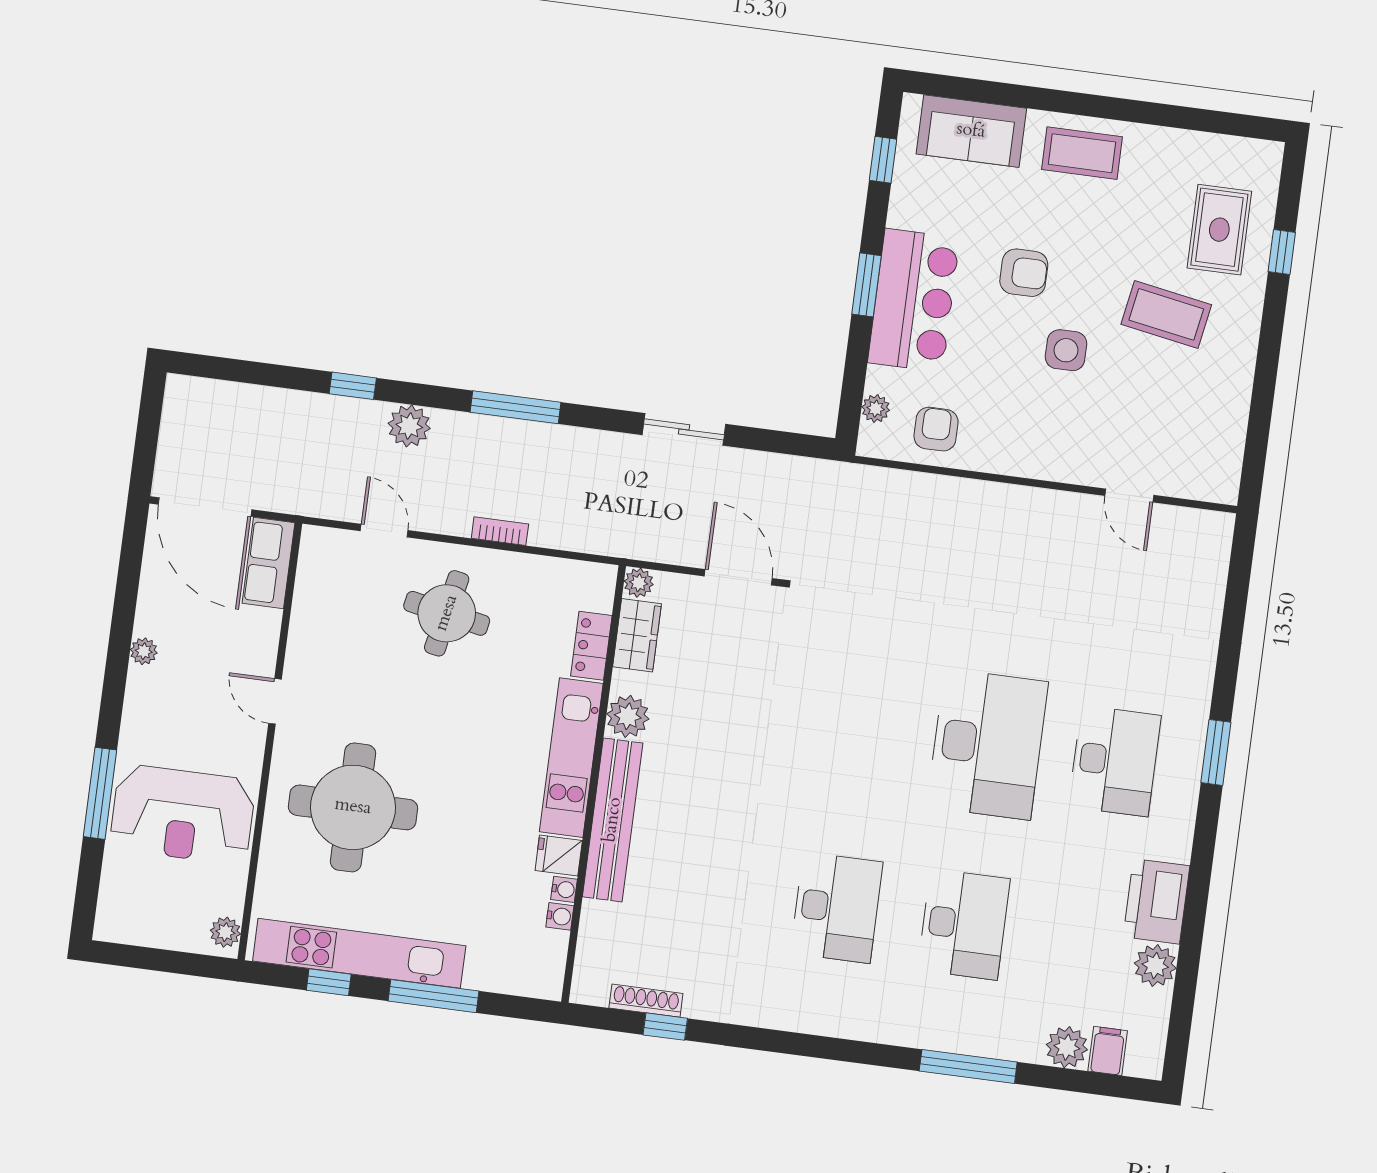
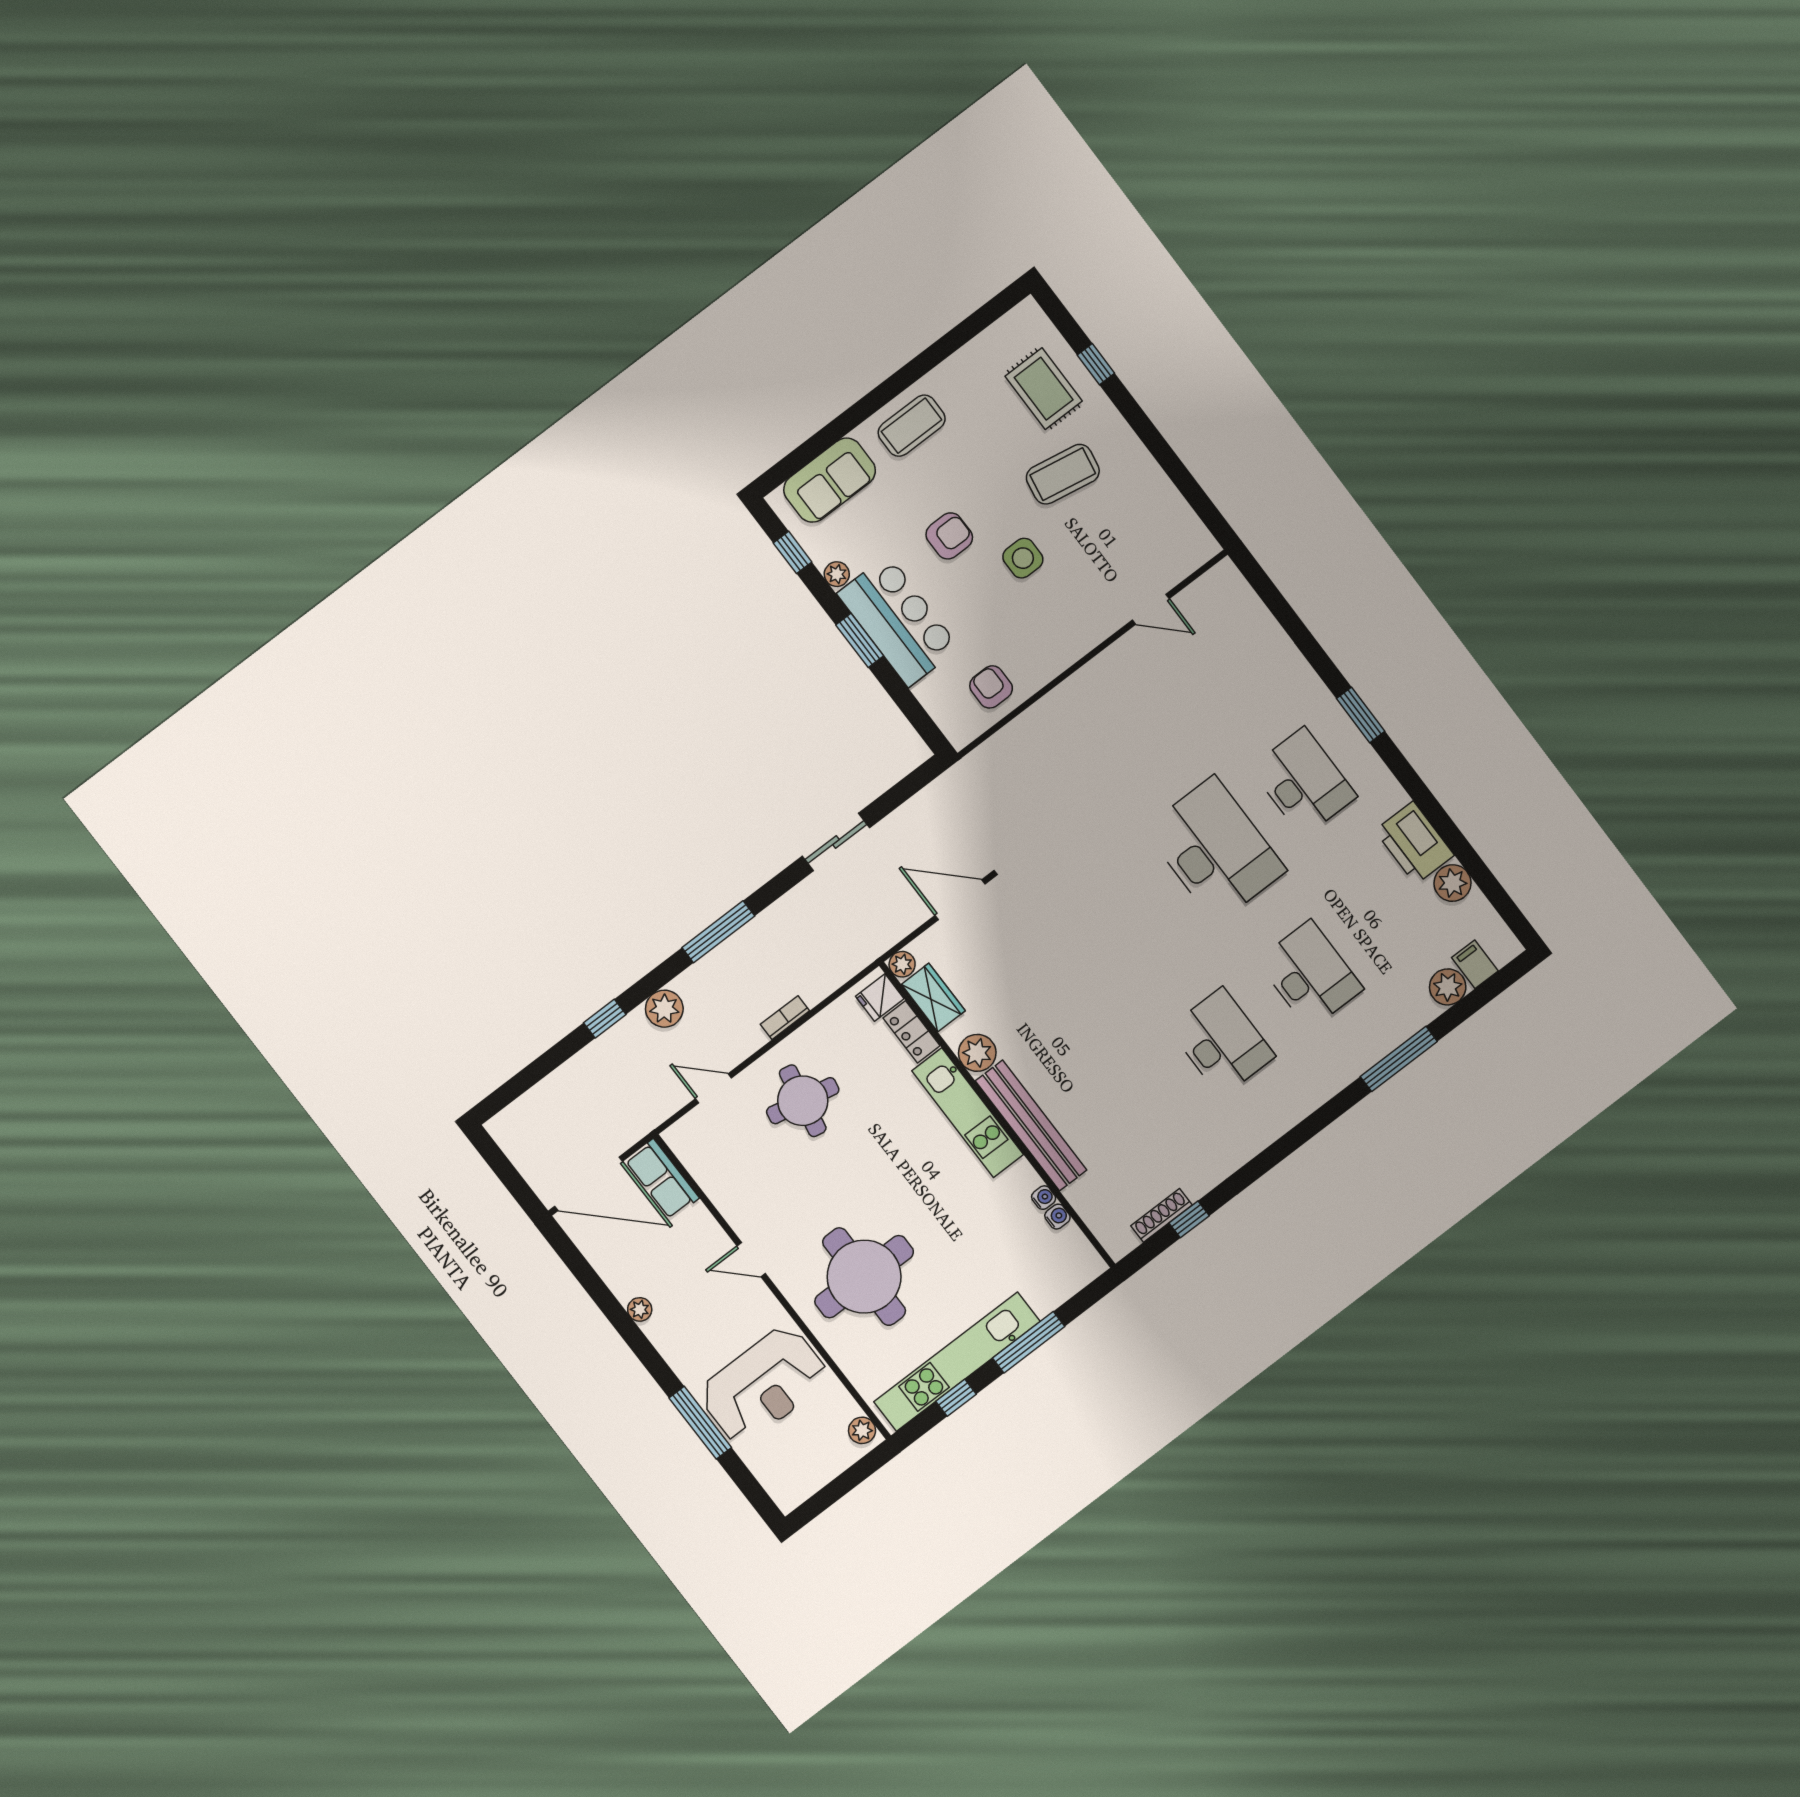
plant: (876, 409) -> (837, 574), moved
fridge: (559, 856) -> (880, 997), moved

